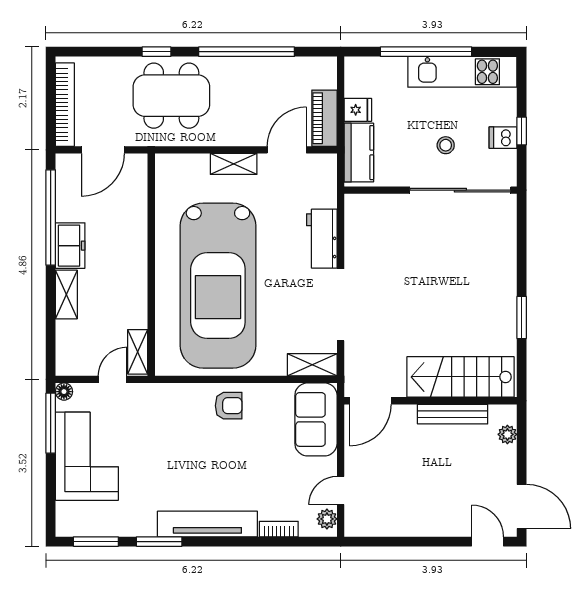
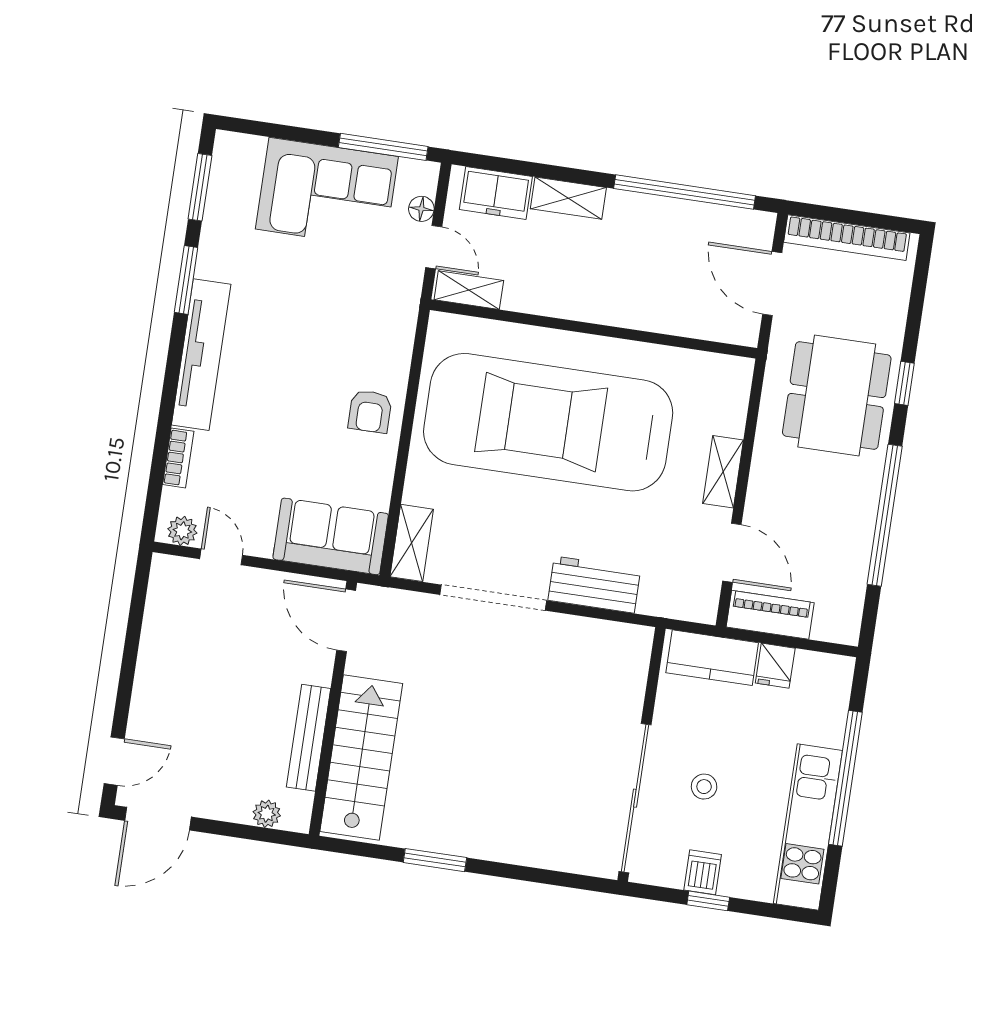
freezer: (70, 246) -> (496, 193), moved
floor lamp: (64, 392) -> (421, 209), moved

